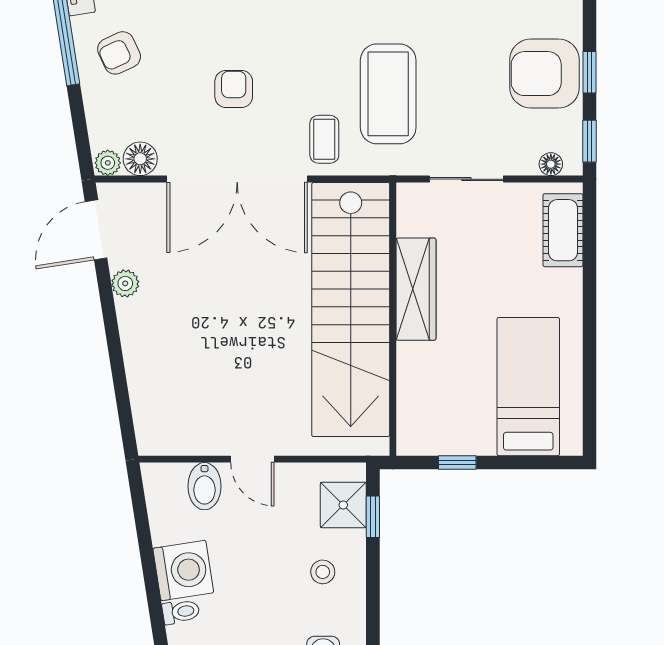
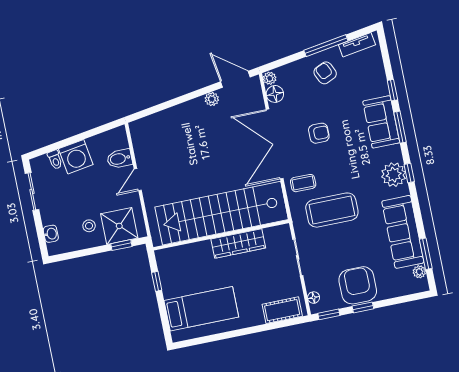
shower: (343, 505) -> (119, 226), width x1.36, depth x1.36

